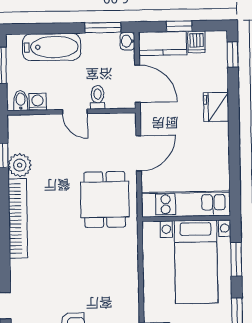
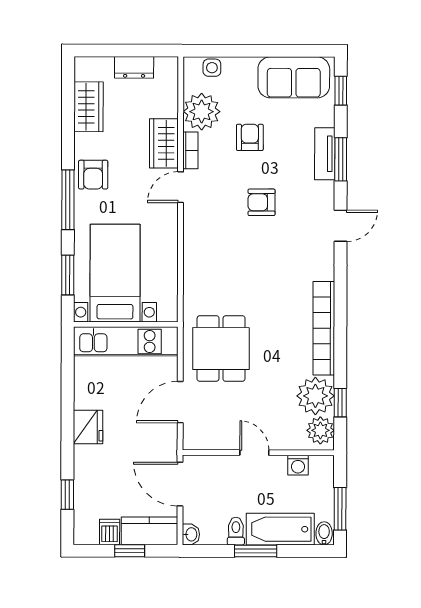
window: (103, 28) -> (256, 551), moved
window: (233, 55) -> (67, 495), moved
toilet: (98, 97) -> (236, 531), moved, turned 180
bidet: (21, 101) -> (324, 533), moved, turned 180
fridge: (216, 107) -> (88, 427), moved
plant: (19, 132) -> (320, 430), added
plant: (20, 165) -> (315, 396), width x1.36, depth x1.36

